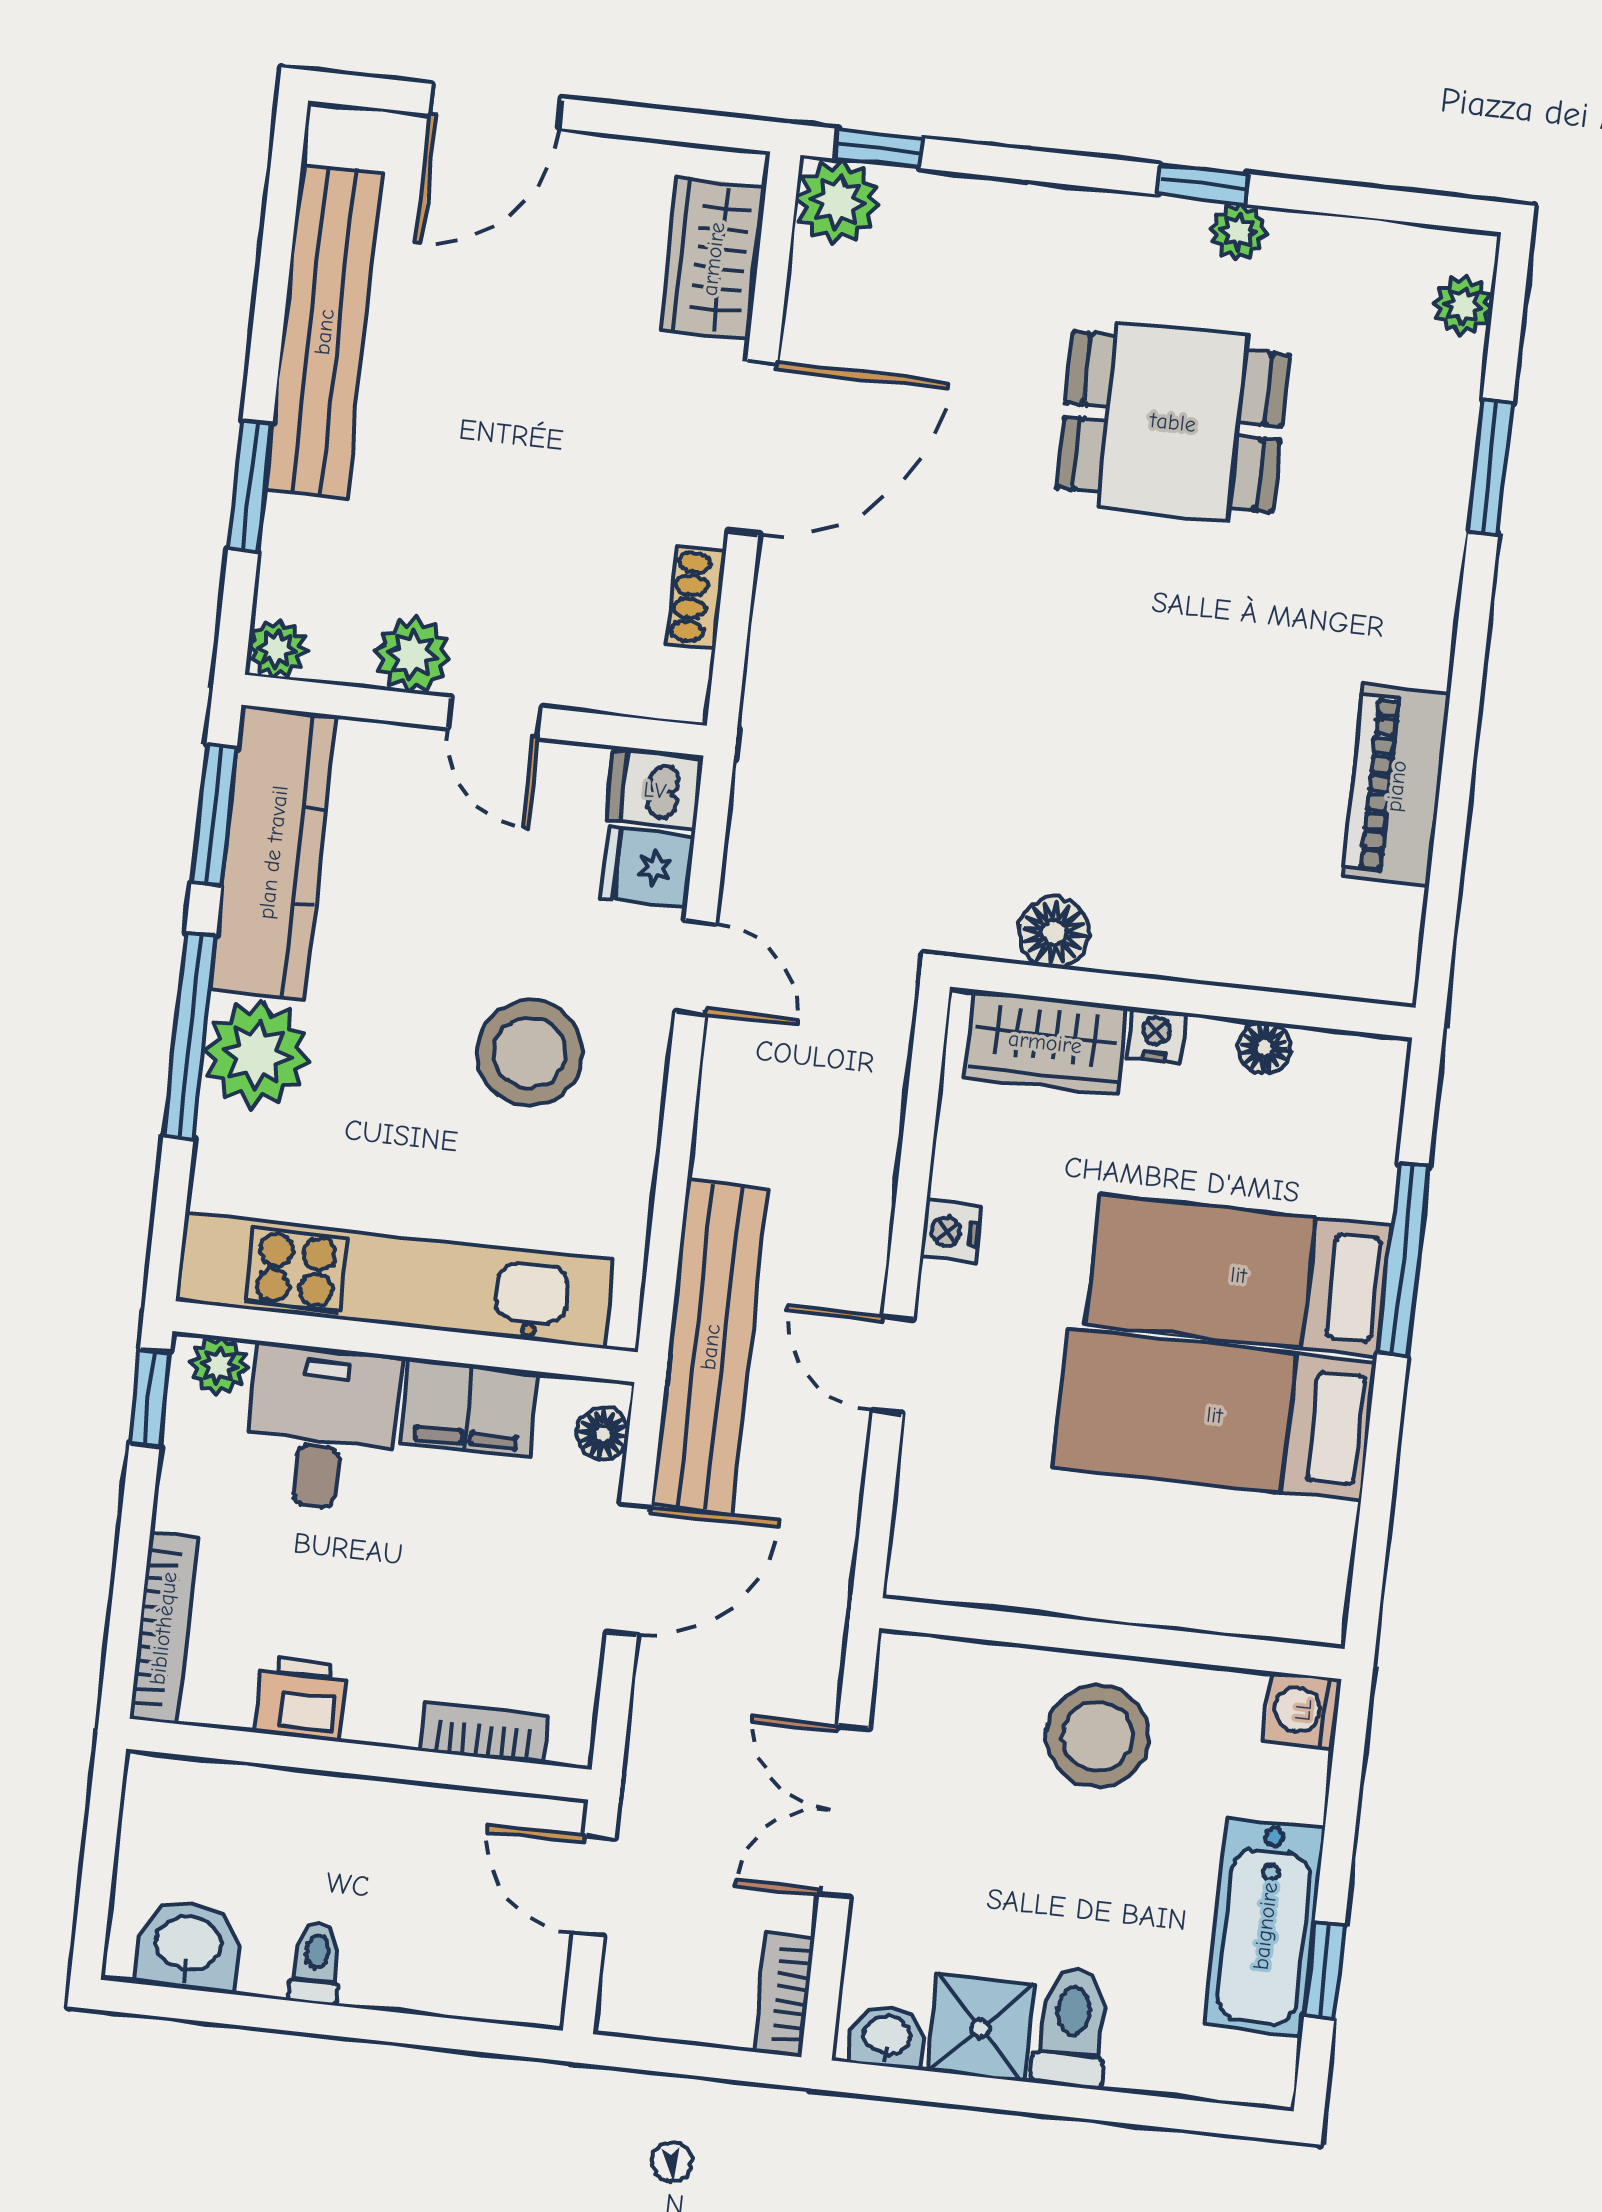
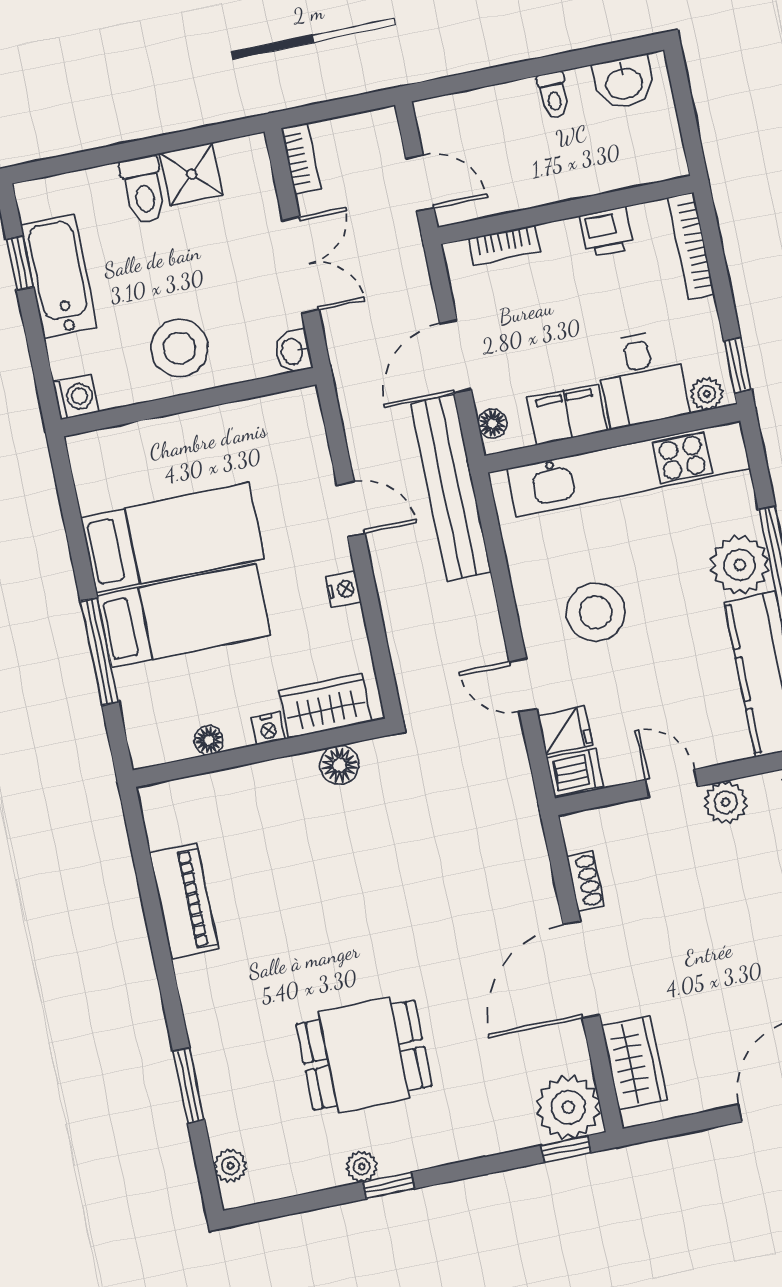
plant: (838, 202) -> (568, 1107), width x1.36, depth x1.36
washbasin: (887, 2037) -> (293, 351), moved, turned 90

